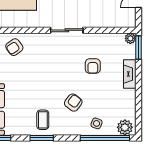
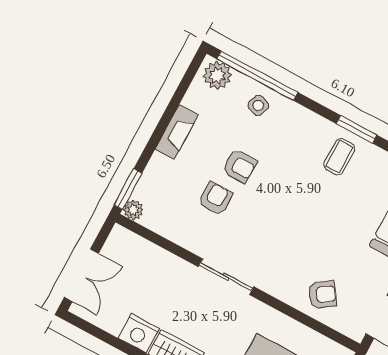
fireplace: (130, 74) -> (177, 132), moved
armchair: (73, 103) -> (240, 166), moved, turned -127

